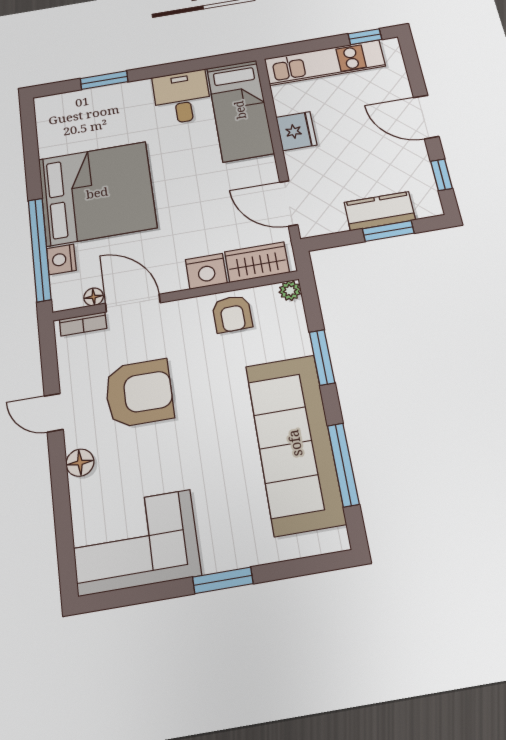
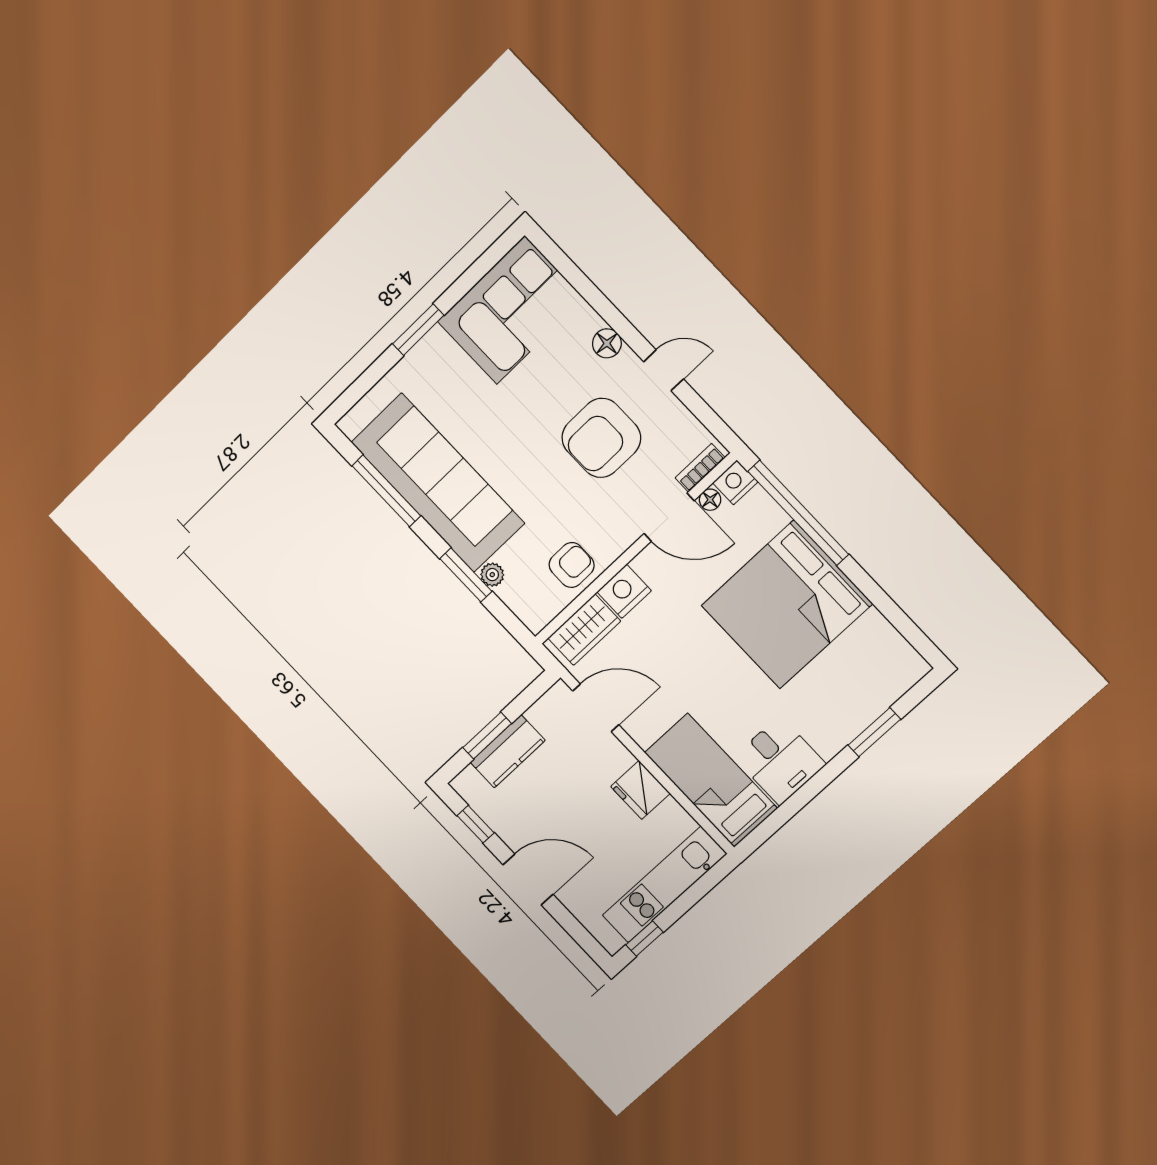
nightstand: (61, 259) -> (735, 482), moved, turned -90
plant: (290, 291) -> (492, 575), moved
armchair: (232, 314) -> (572, 565), turned 91

